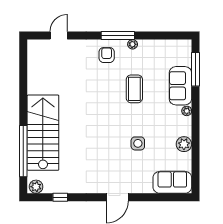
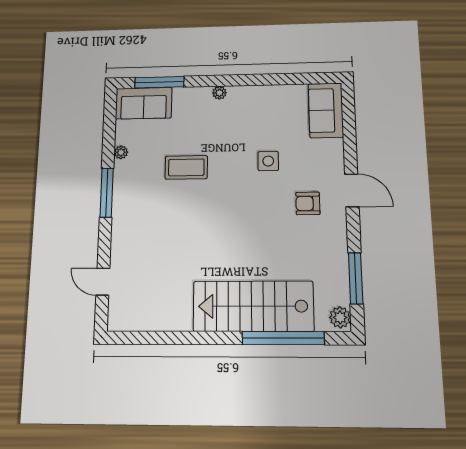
plant: (133, 44) -> (121, 152), moved
armchair: (107, 55) -> (308, 203), moved
sofa: (180, 86) -> (144, 103), moved
plant: (184, 144) -> (268, 95), removed
window: (60, 197) -> (356, 278), width x2.17

